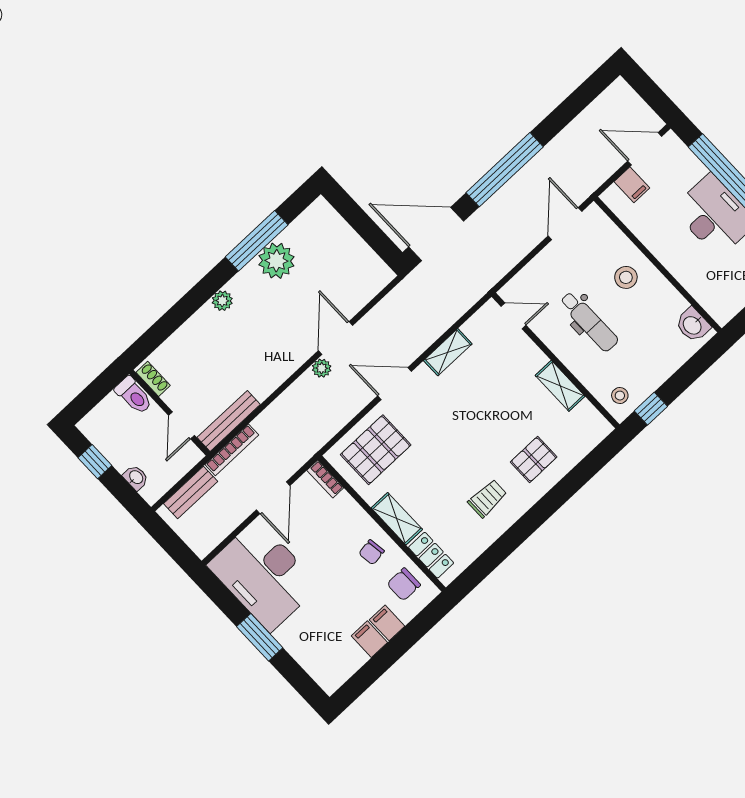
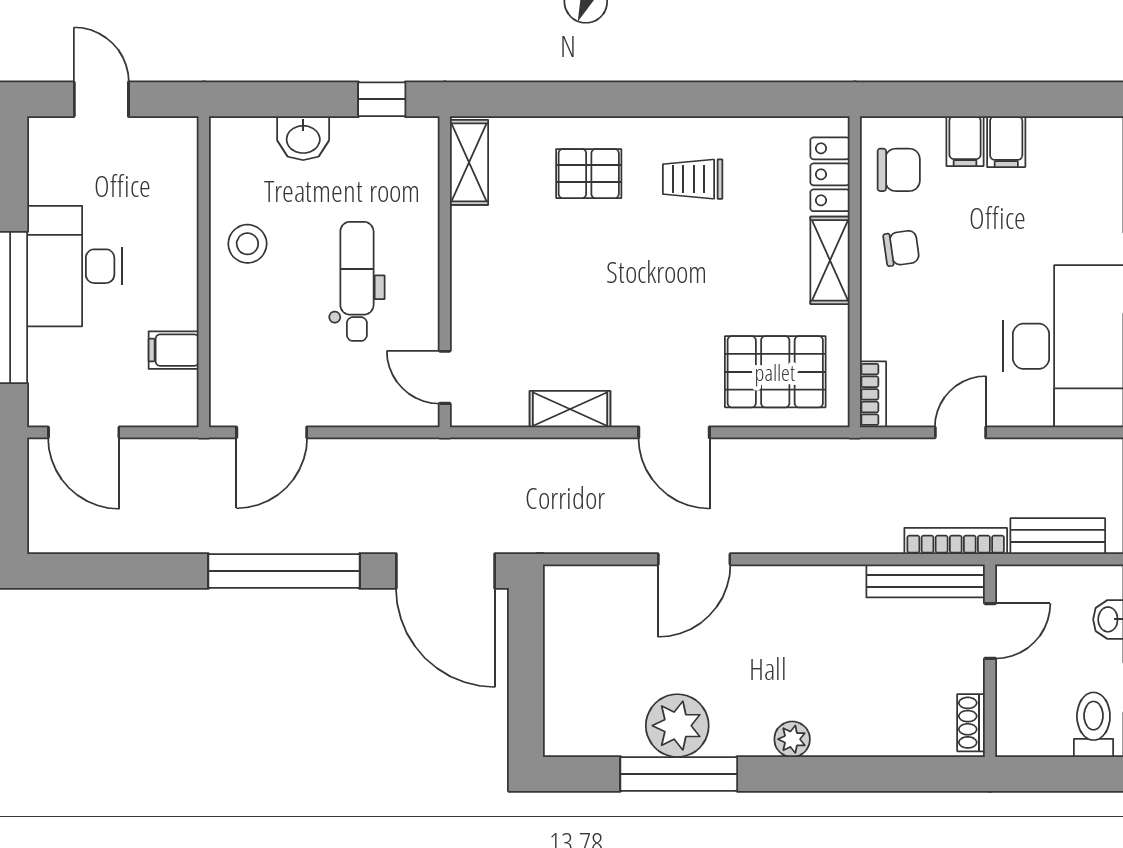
filing cabinet: (632, 185) -> (174, 350), moved, turned -90
stool: (626, 277) -> (247, 244), moved
washbasin: (693, 325) -> (303, 138), moved, turned 90
plant: (322, 368) -> (747, 538), removed
shelving: (560, 386) -> (469, 162), moved
toilet: (134, 395) -> (1093, 725), moved
stool: (620, 396) -> (405, 152), removed
door: (273, 498) -> (960, 432), width x0.73

